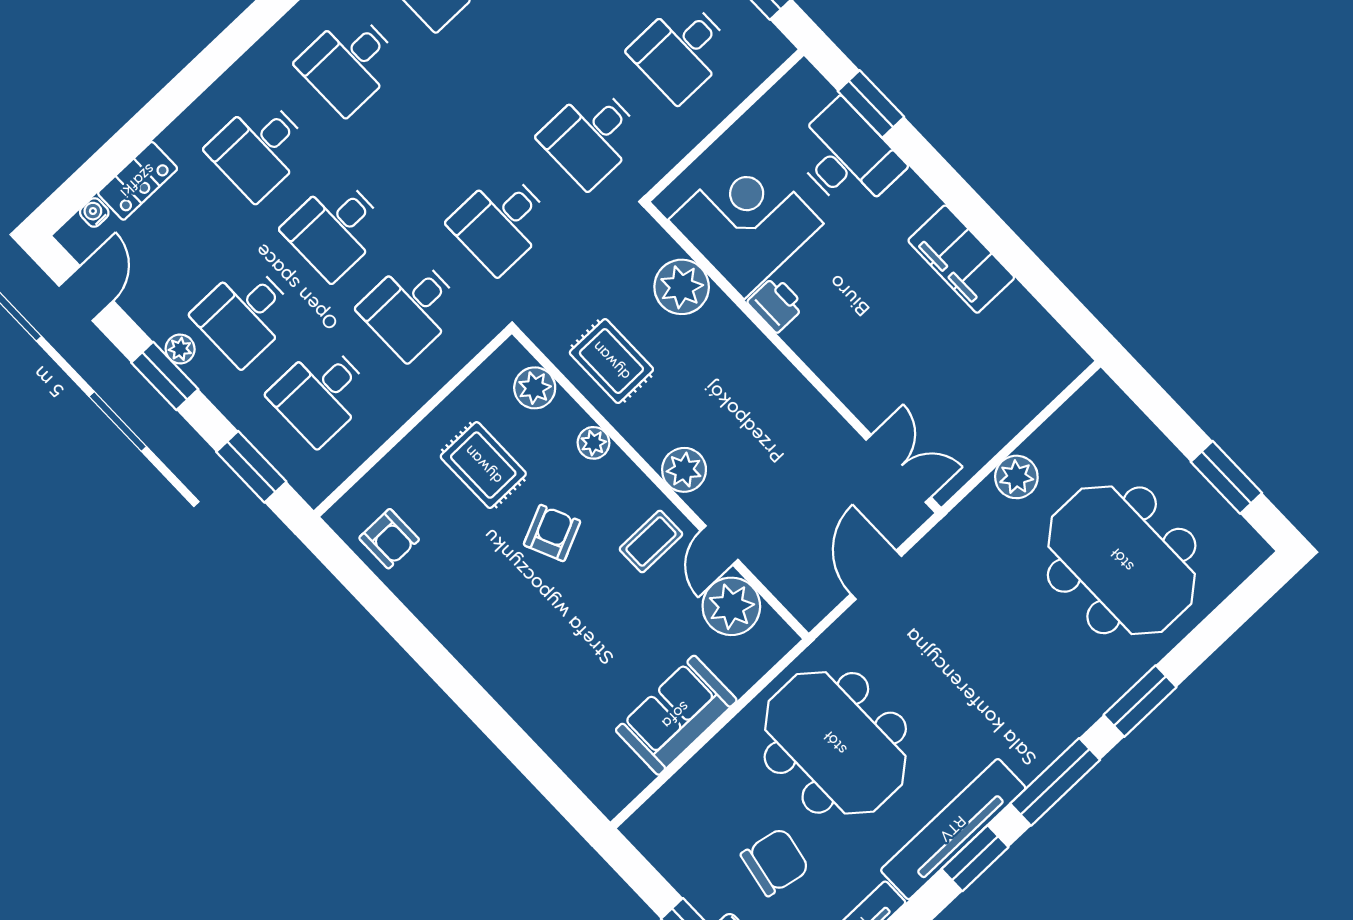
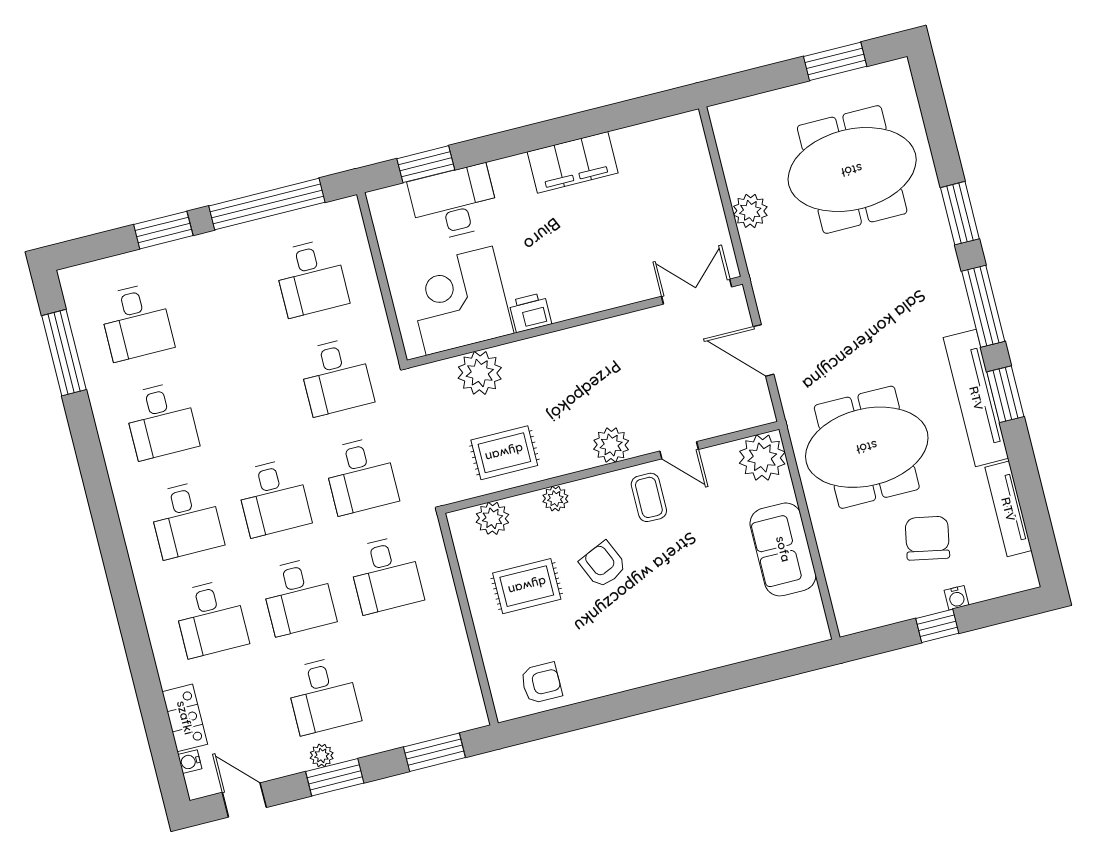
desk: (321, 394) -> (273, 498), moved
plant: (731, 606) -> (762, 458), moved

